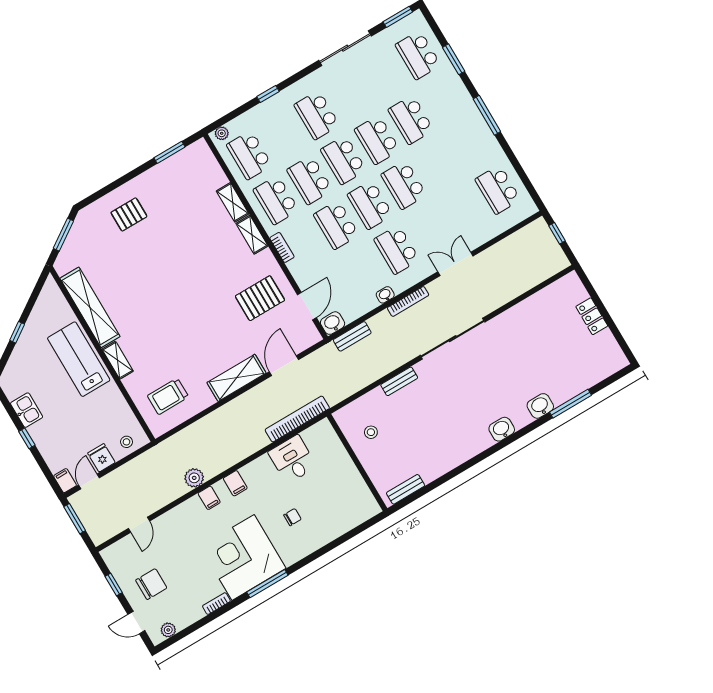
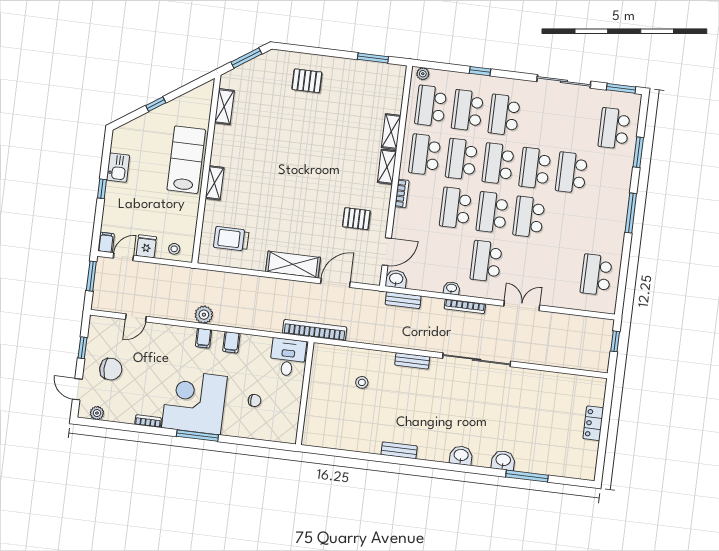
school desk: (283, 135) -> (467, 110), added
pallet: (260, 298) -> (356, 219), width x0.67, depth x0.71
shelving: (90, 307) -> (224, 107), width x0.45, depth x0.75
wall: (357, 462) -> (305, 393), moved
bench: (406, 489) -> (399, 450), moved

